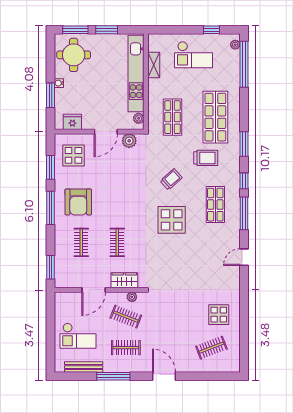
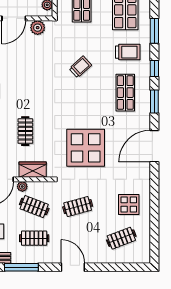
trolley: (206, 158) -> (128, 52), moved
window: (244, 213) -> (154, 101), width x0.69
display table: (172, 220) -> (86, 148), moved, width x1.36, depth x1.36
door: (244, 257) -> (154, 146), width x1.87
plant: (132, 297) -> (22, 187), moved
clothes rail: (169, 317) -> (78, 207), added

